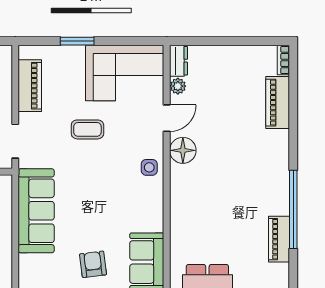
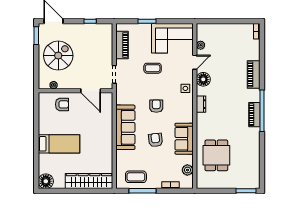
dresser: (178, 61) -> (201, 104), moved
piano: (278, 103) -> (254, 74), moved
armchair: (94, 201) -> (156, 106), added
sofa: (36, 211) -> (125, 127), moved
piano: (279, 239) -> (254, 115), moved

